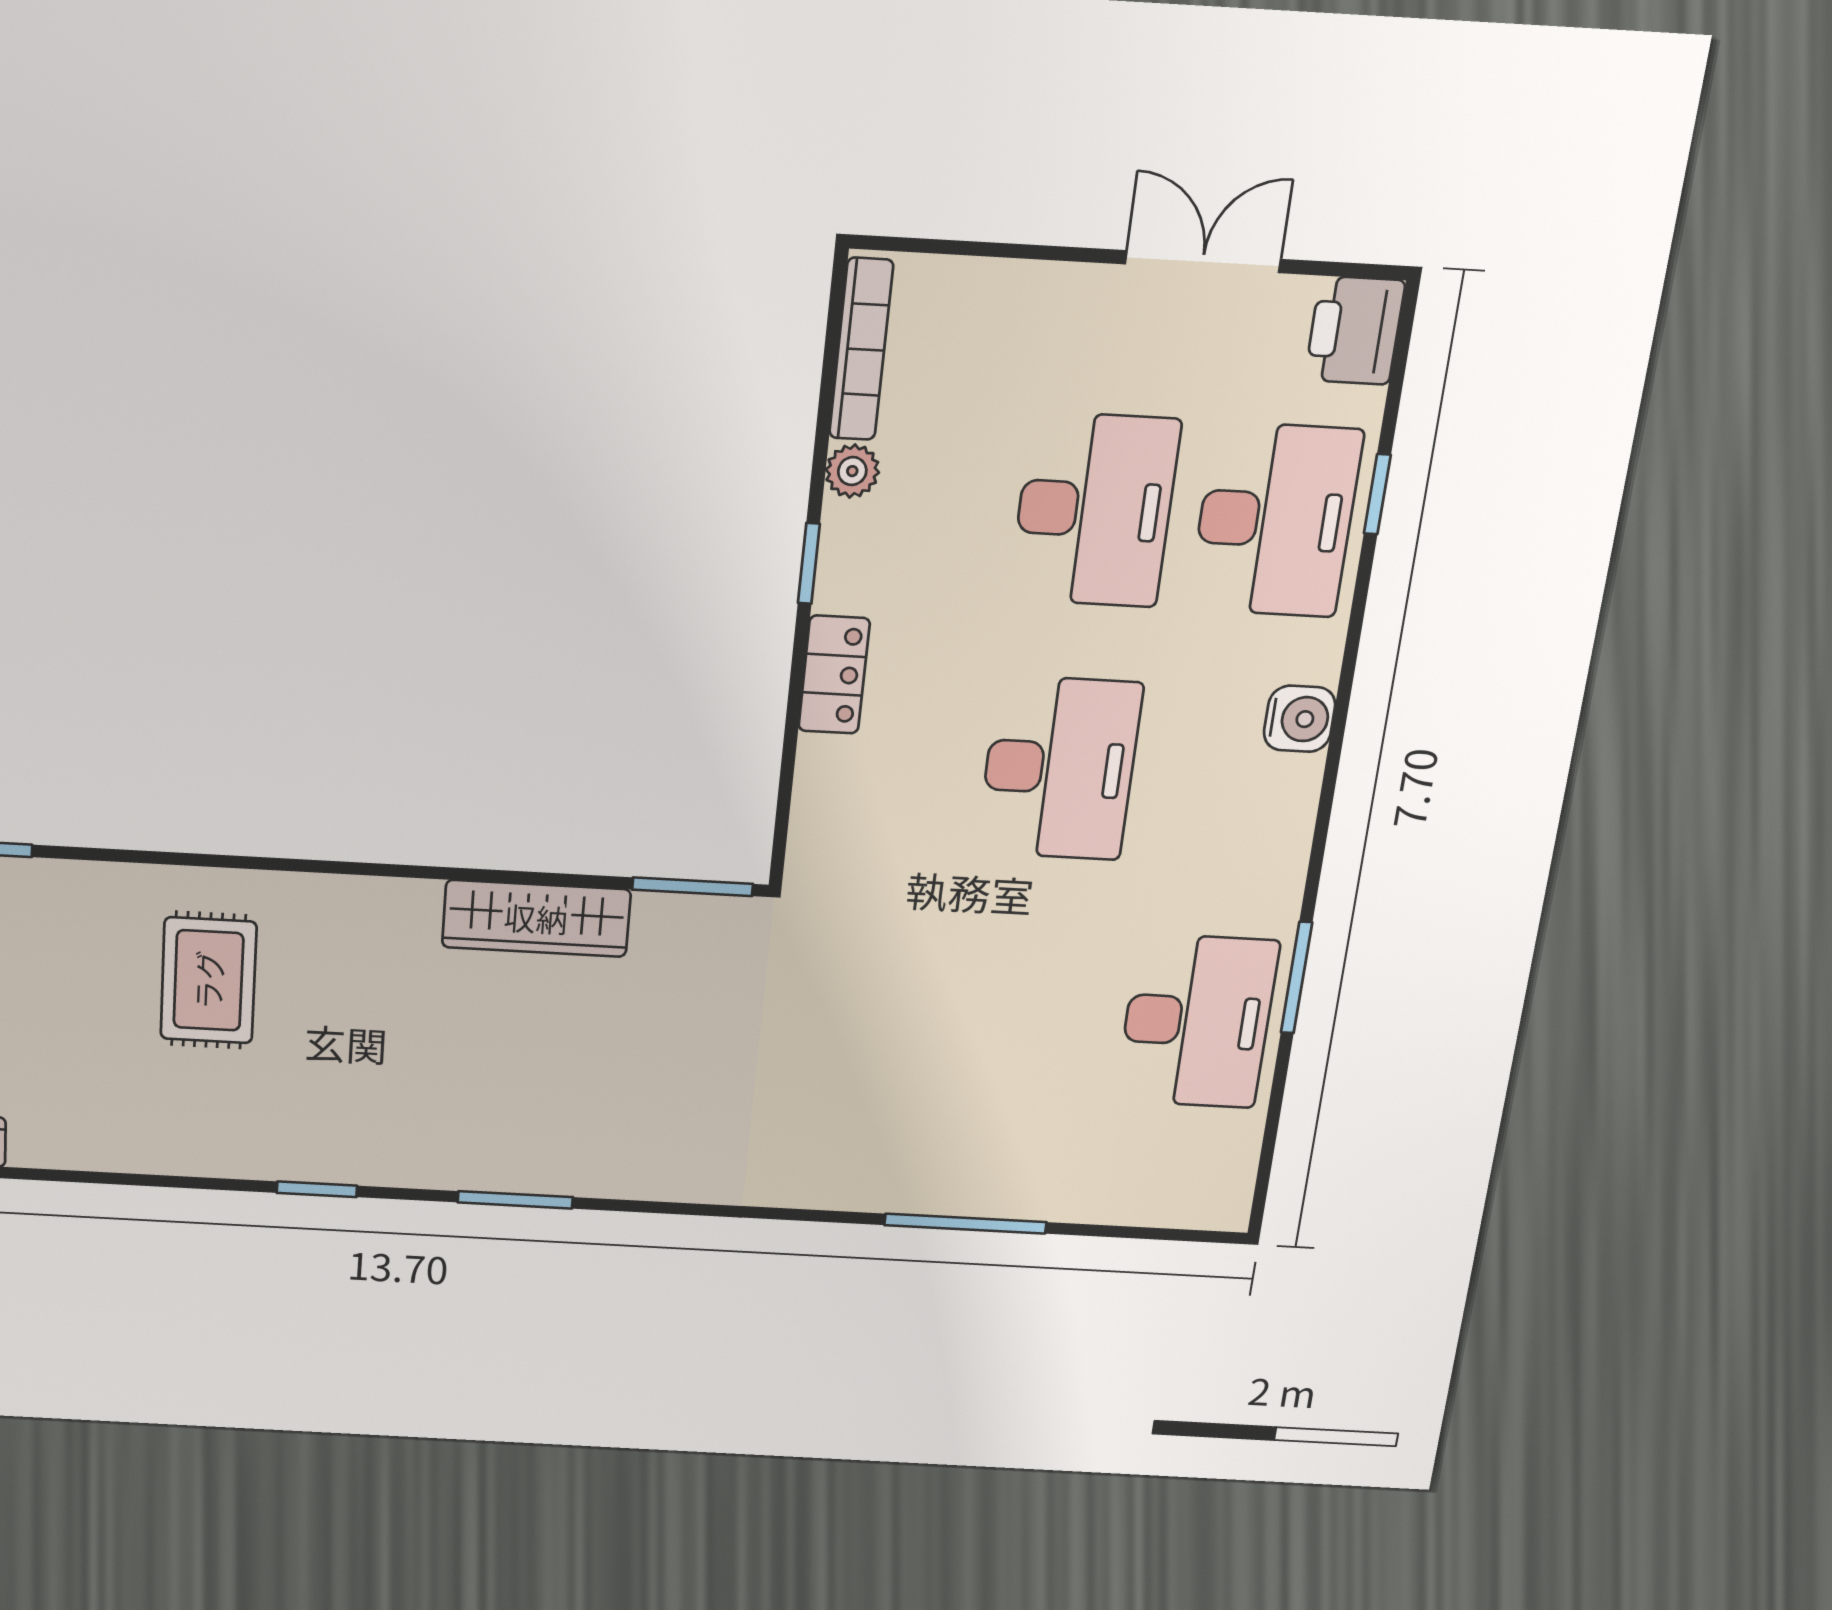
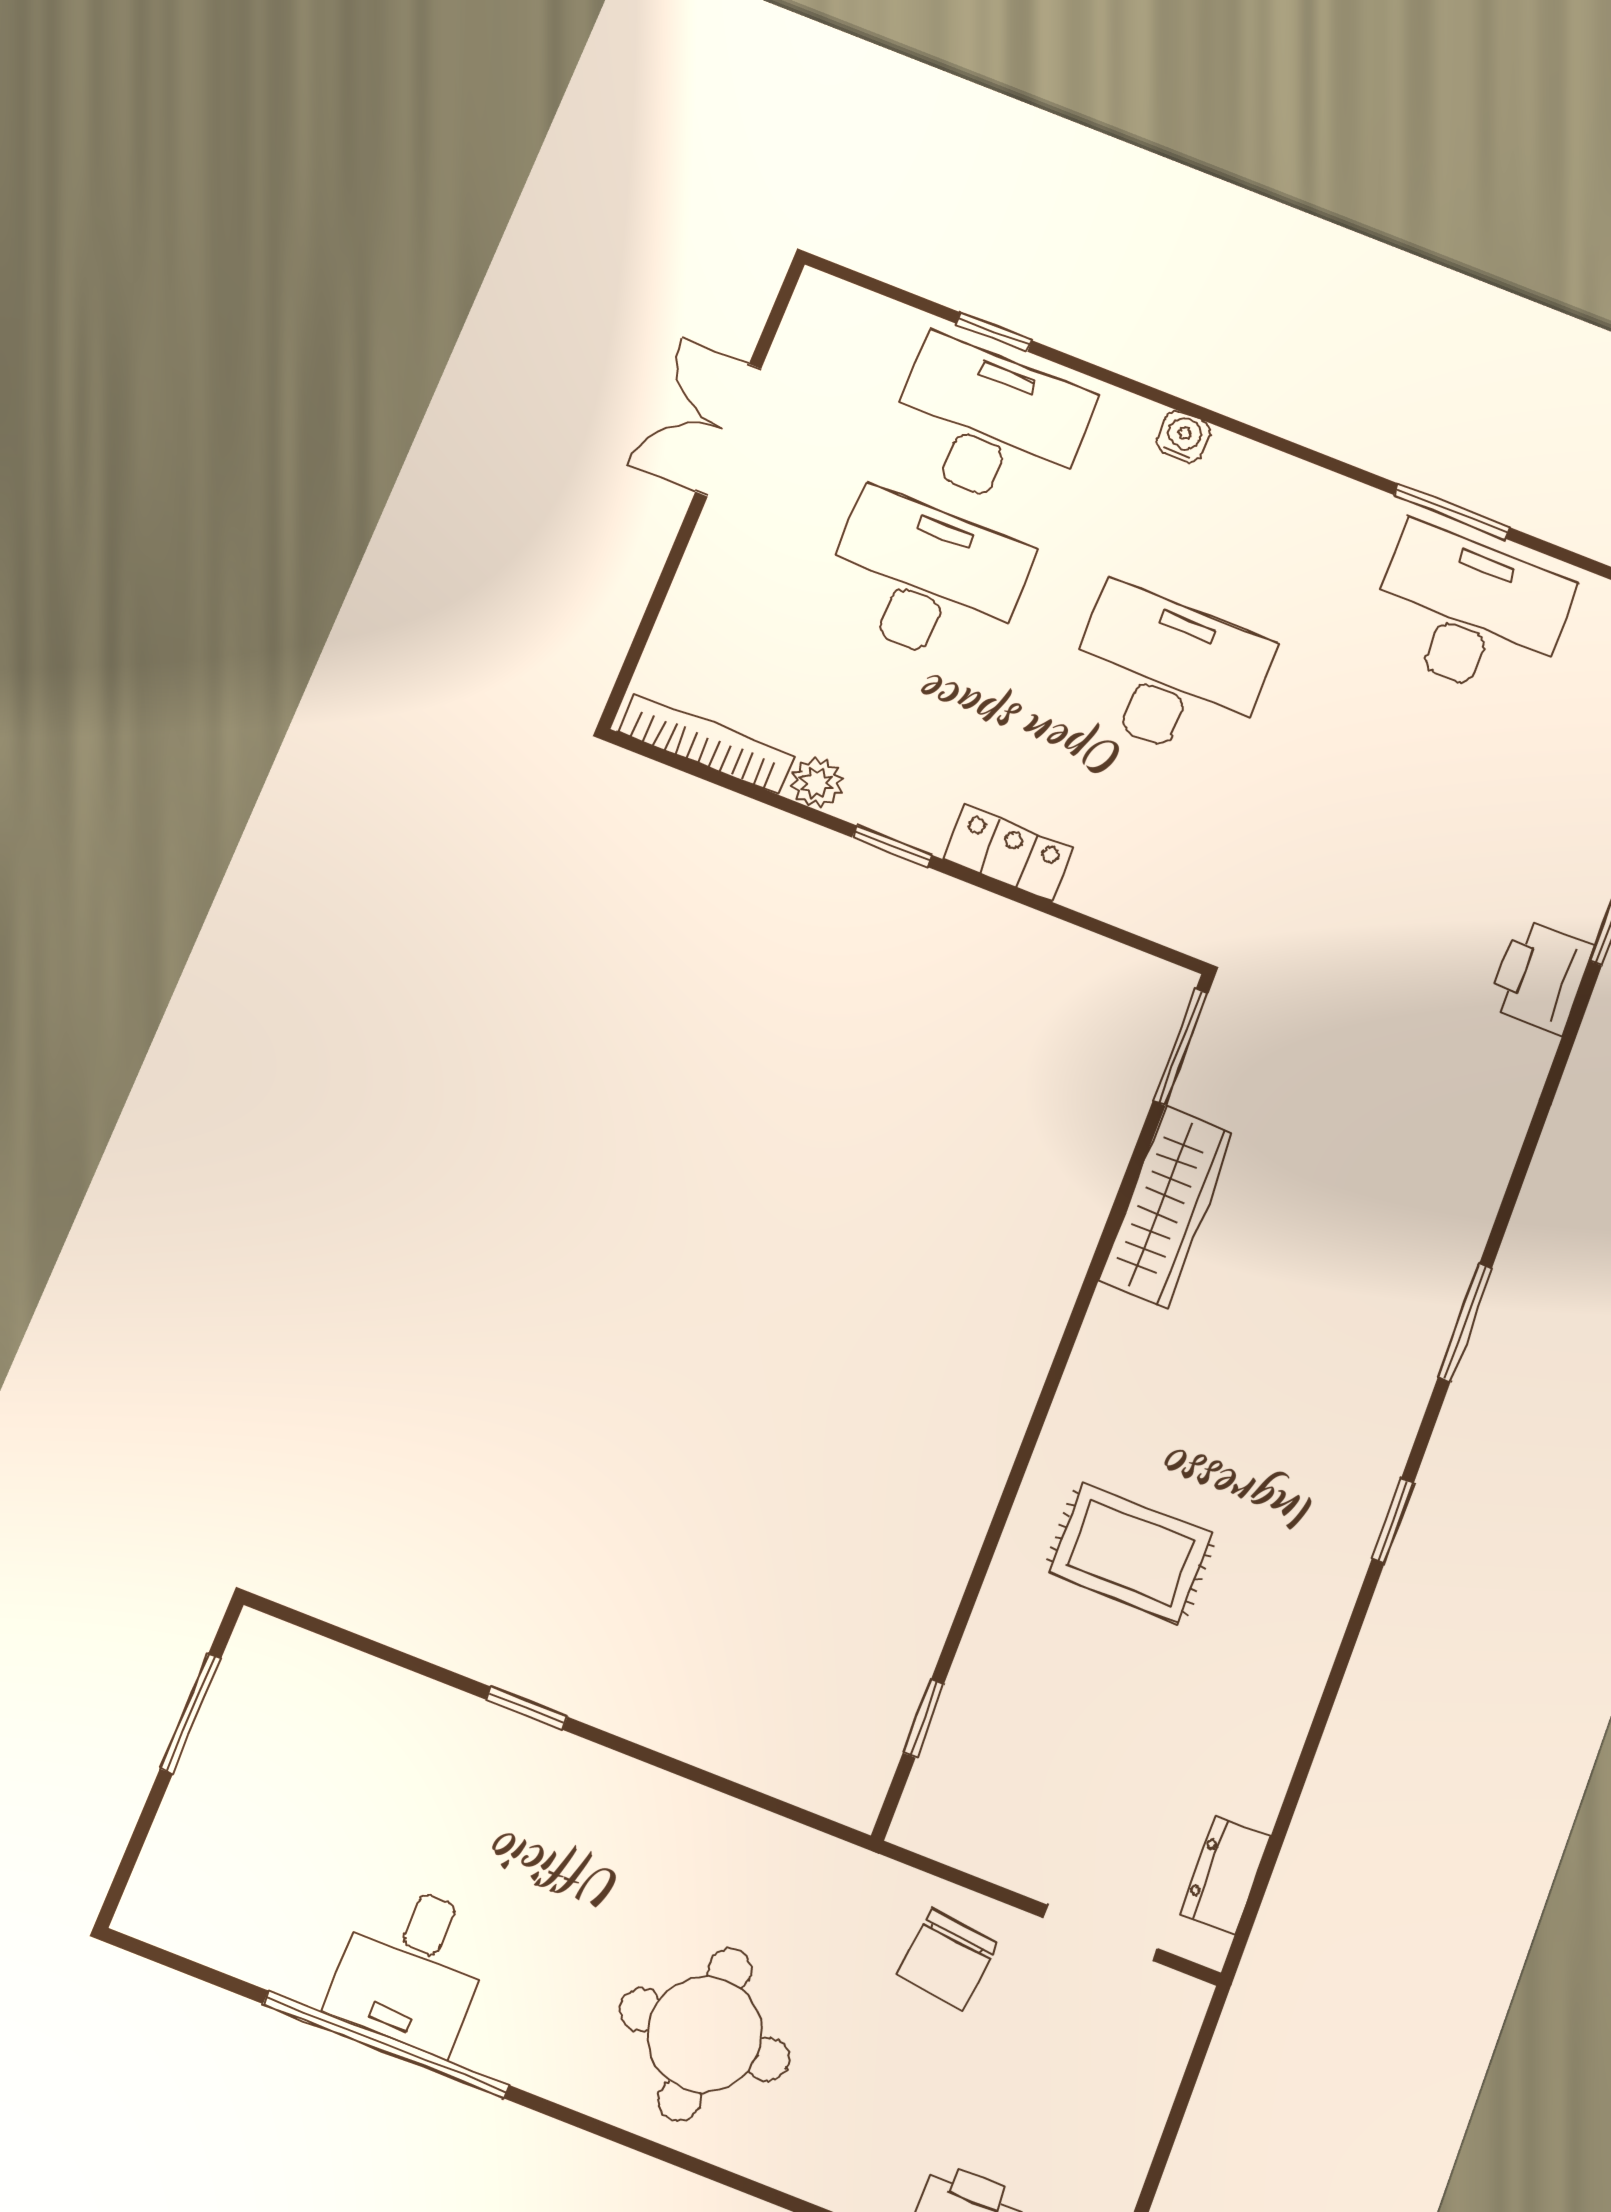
printer: (1355, 330) -> (1540, 976), moved, turned 90
water cooler: (1300, 719) -> (1184, 437), width x0.72, depth x0.72

